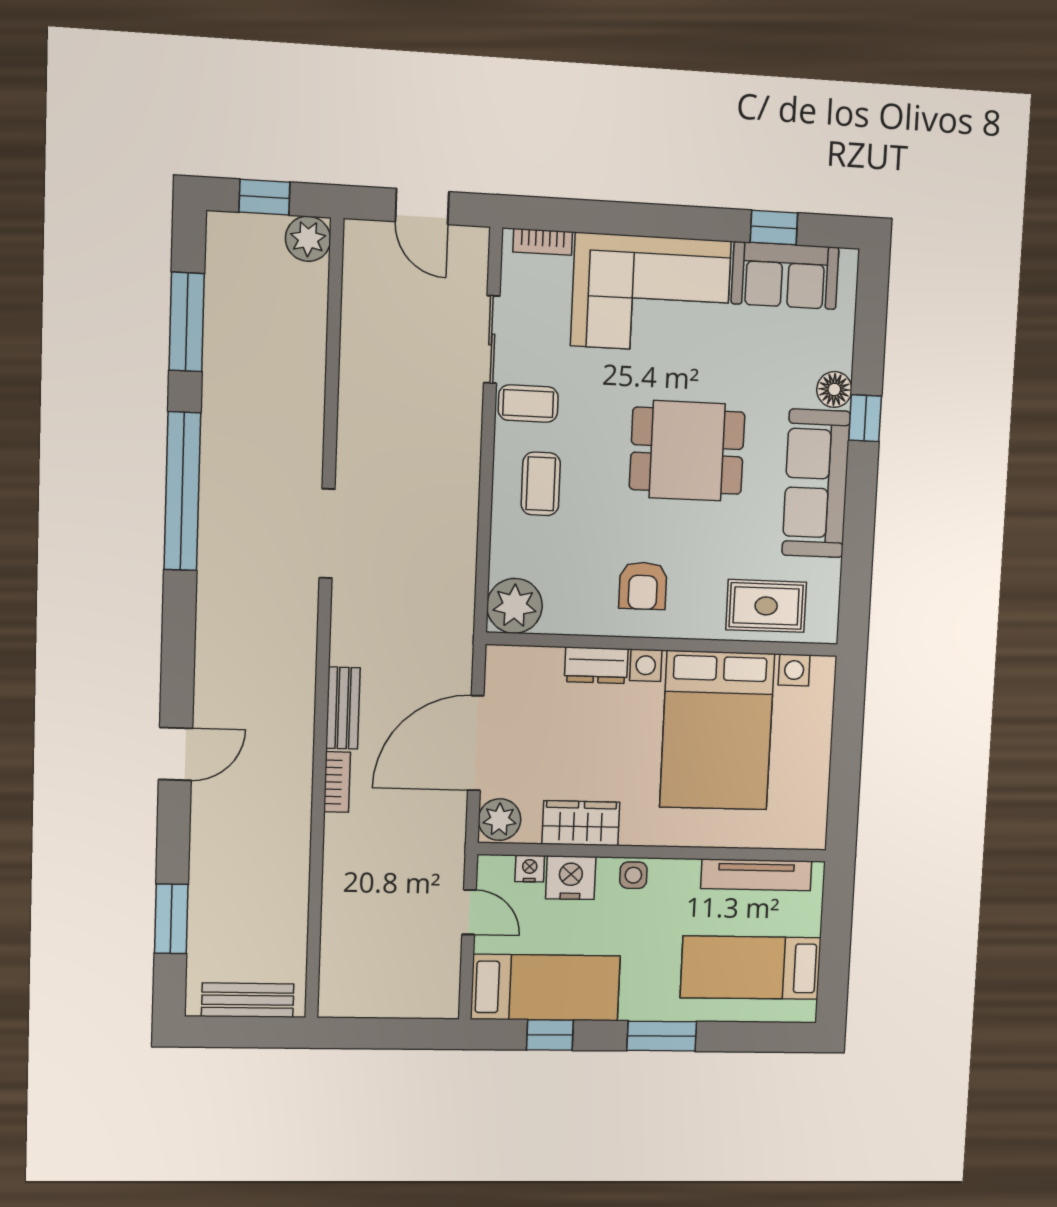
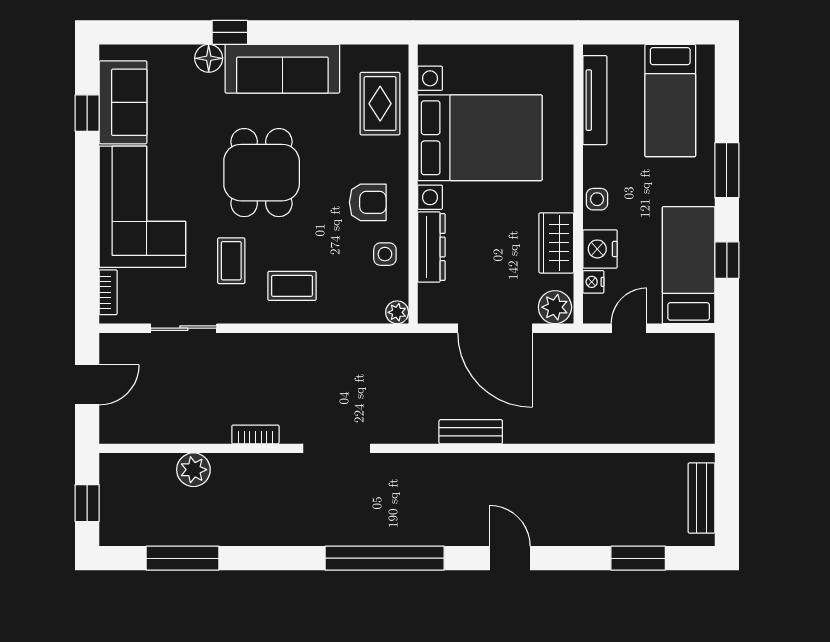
plant: (308, 239) -> (193, 470), moved
coffee table: (528, 404) -> (231, 261), moved
window: (182, 491) -> (385, 558), moved
side table: (576, 605) -> (385, 254), added
plant: (515, 606) -> (397, 312), width x0.53, depth x0.53
dresser: (596, 665) -> (431, 247), width x1.44
bookcase: (337, 782) -> (255, 434), moved

